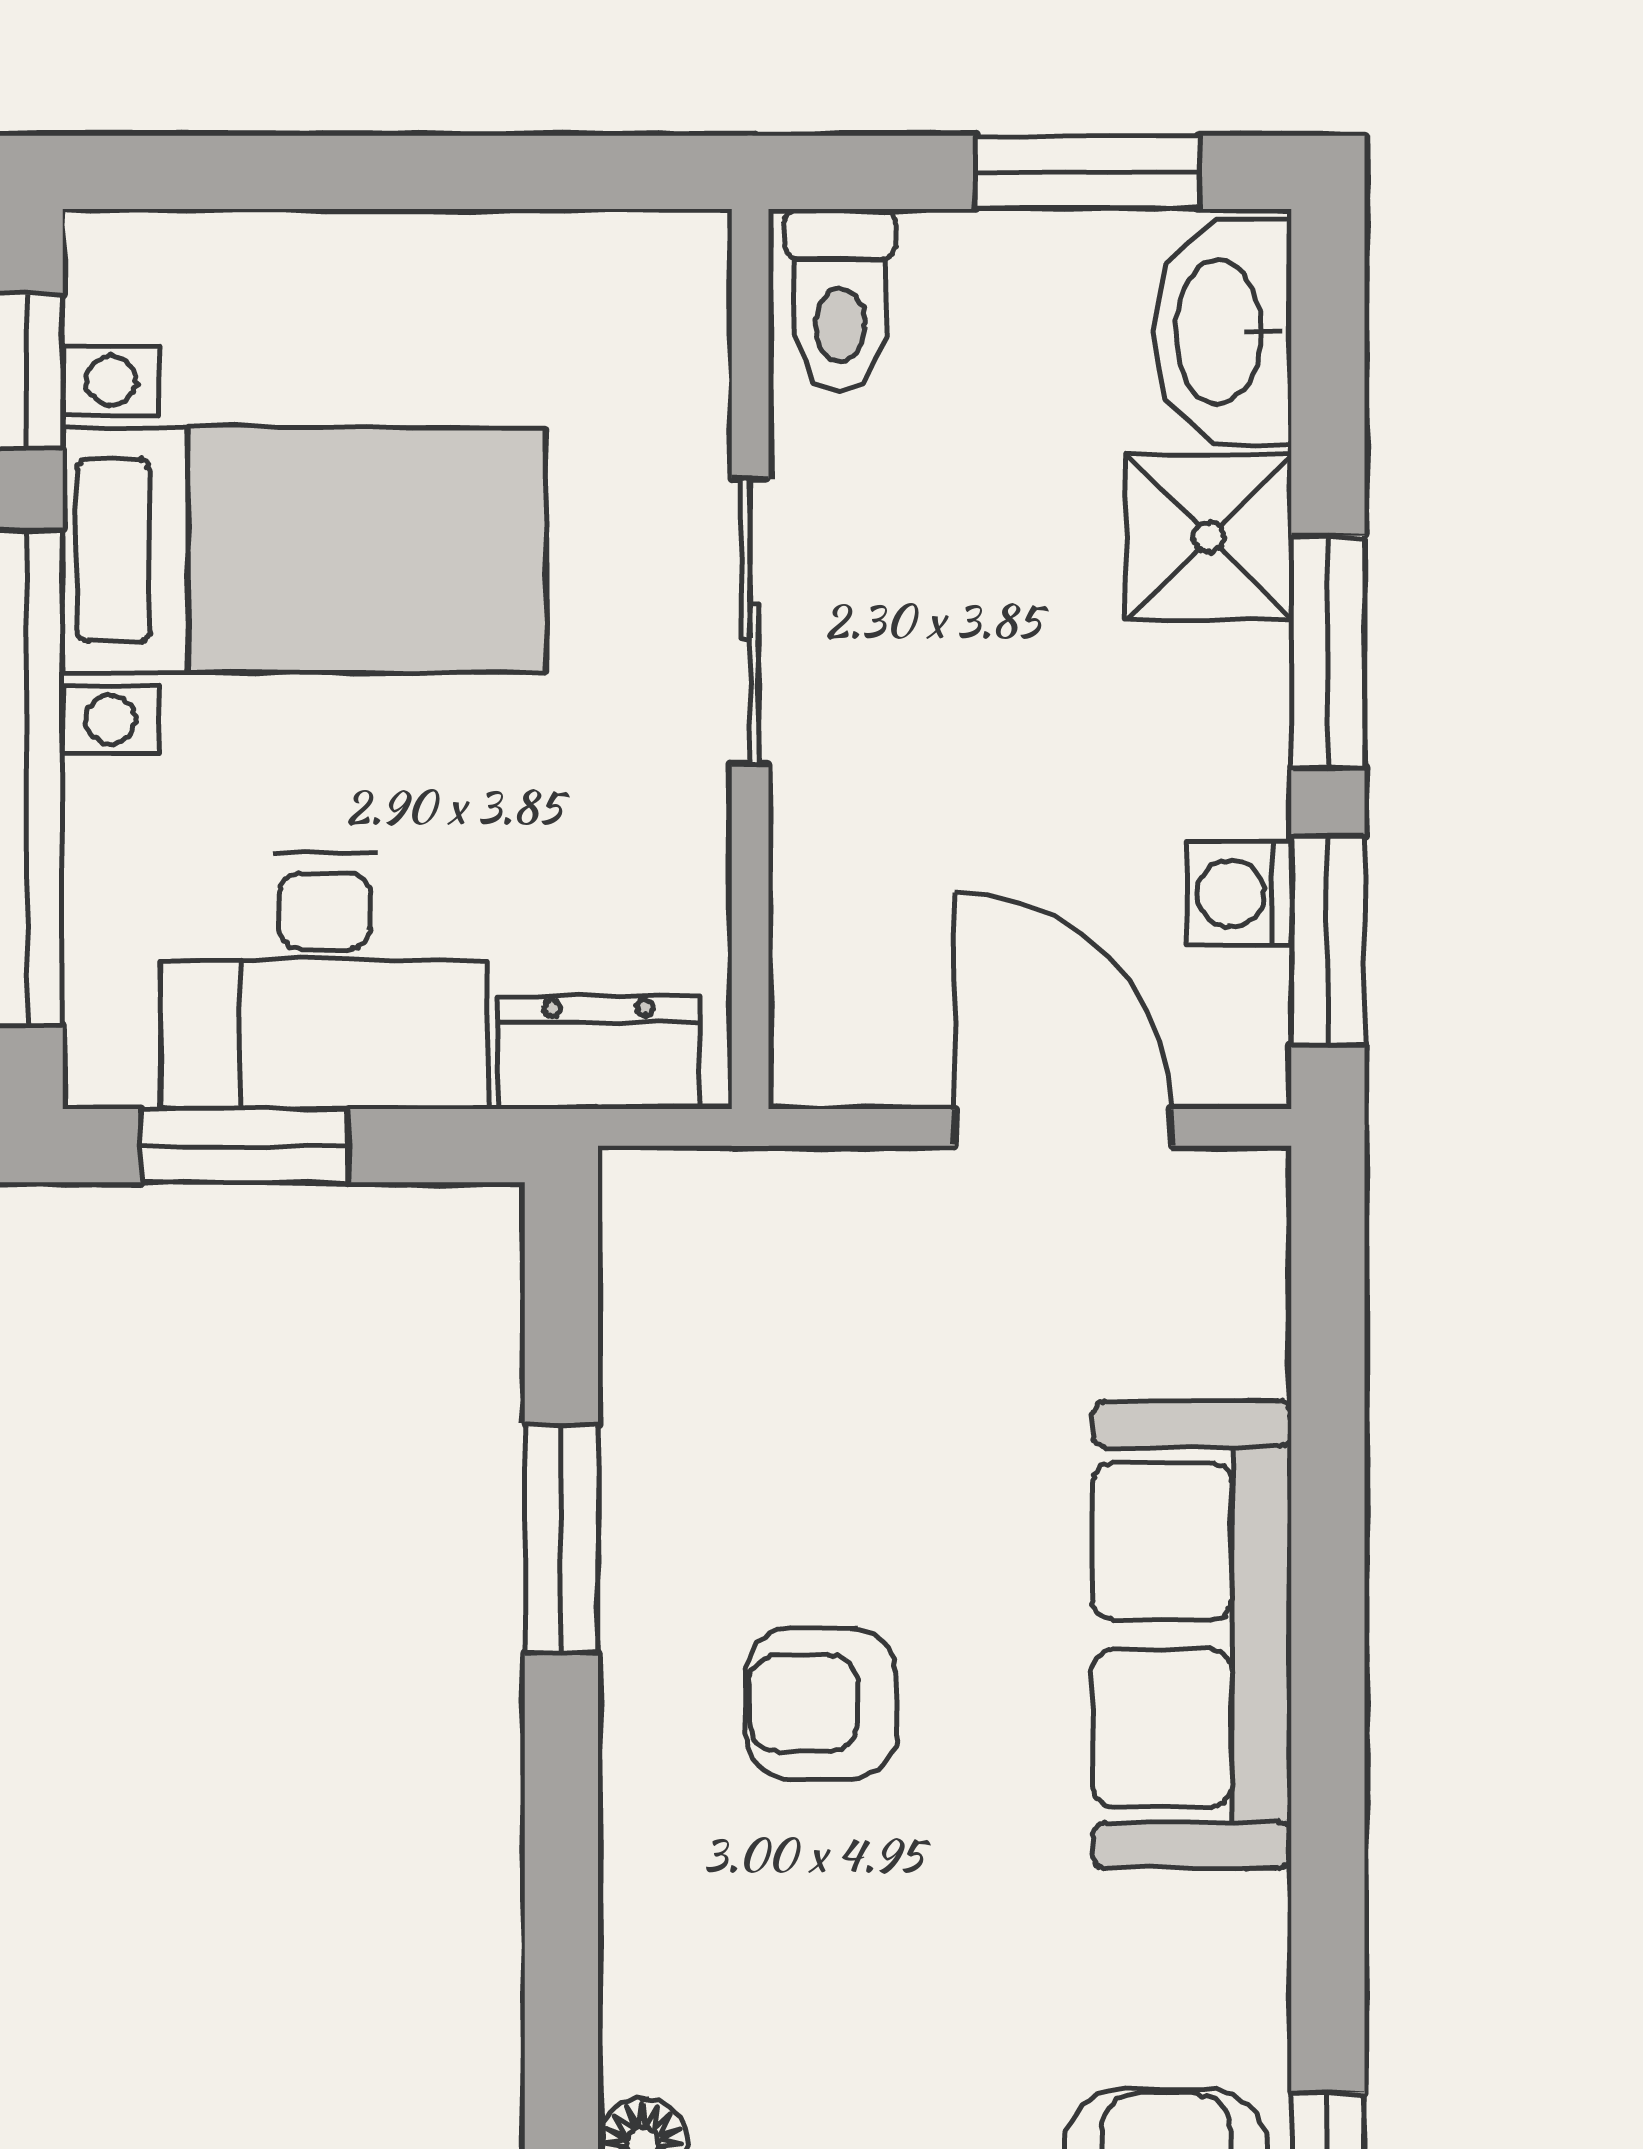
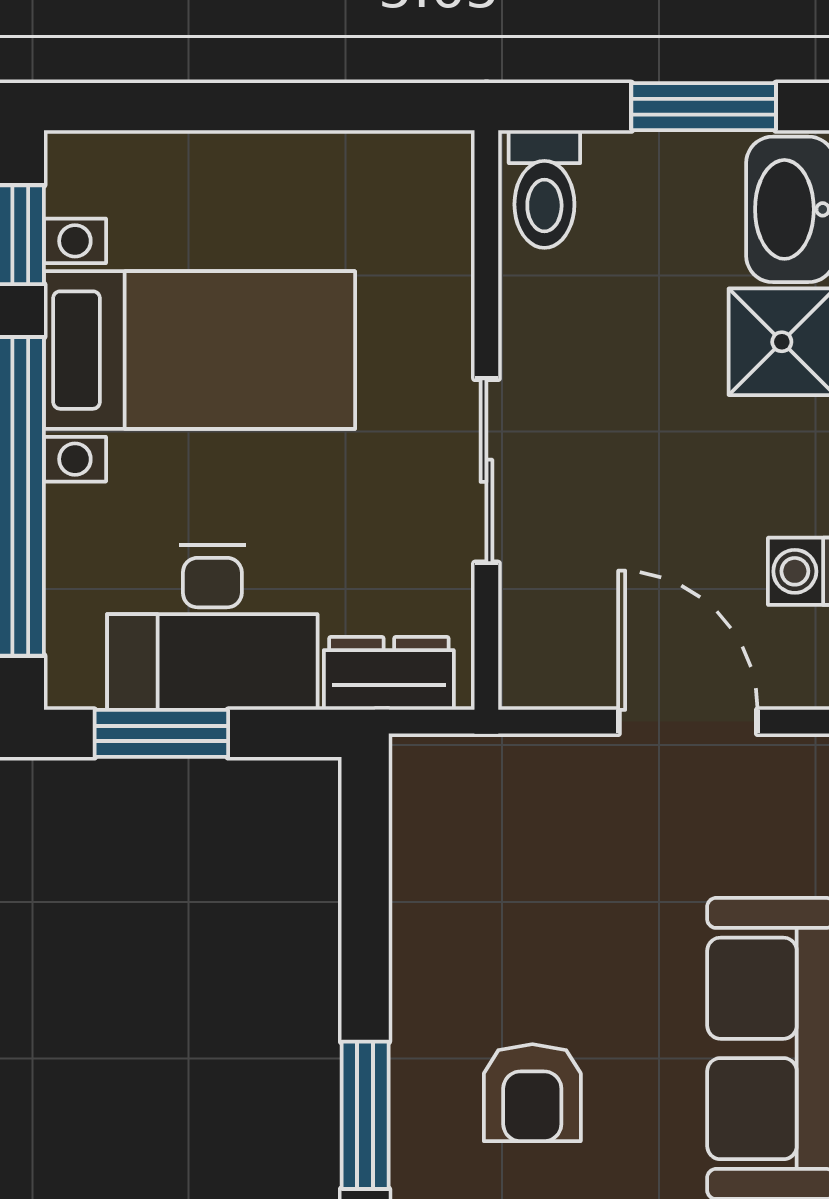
sliding door: (750, 622) -> (486, 471), moved
window: (561, 1539) -> (365, 1115), moved
armchair: (821, 1703) -> (532, 1093), turned -90

